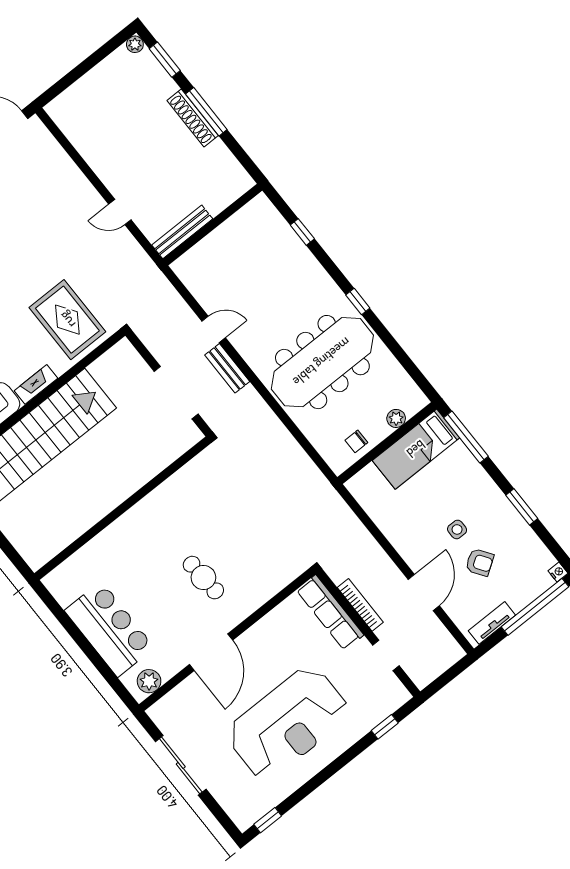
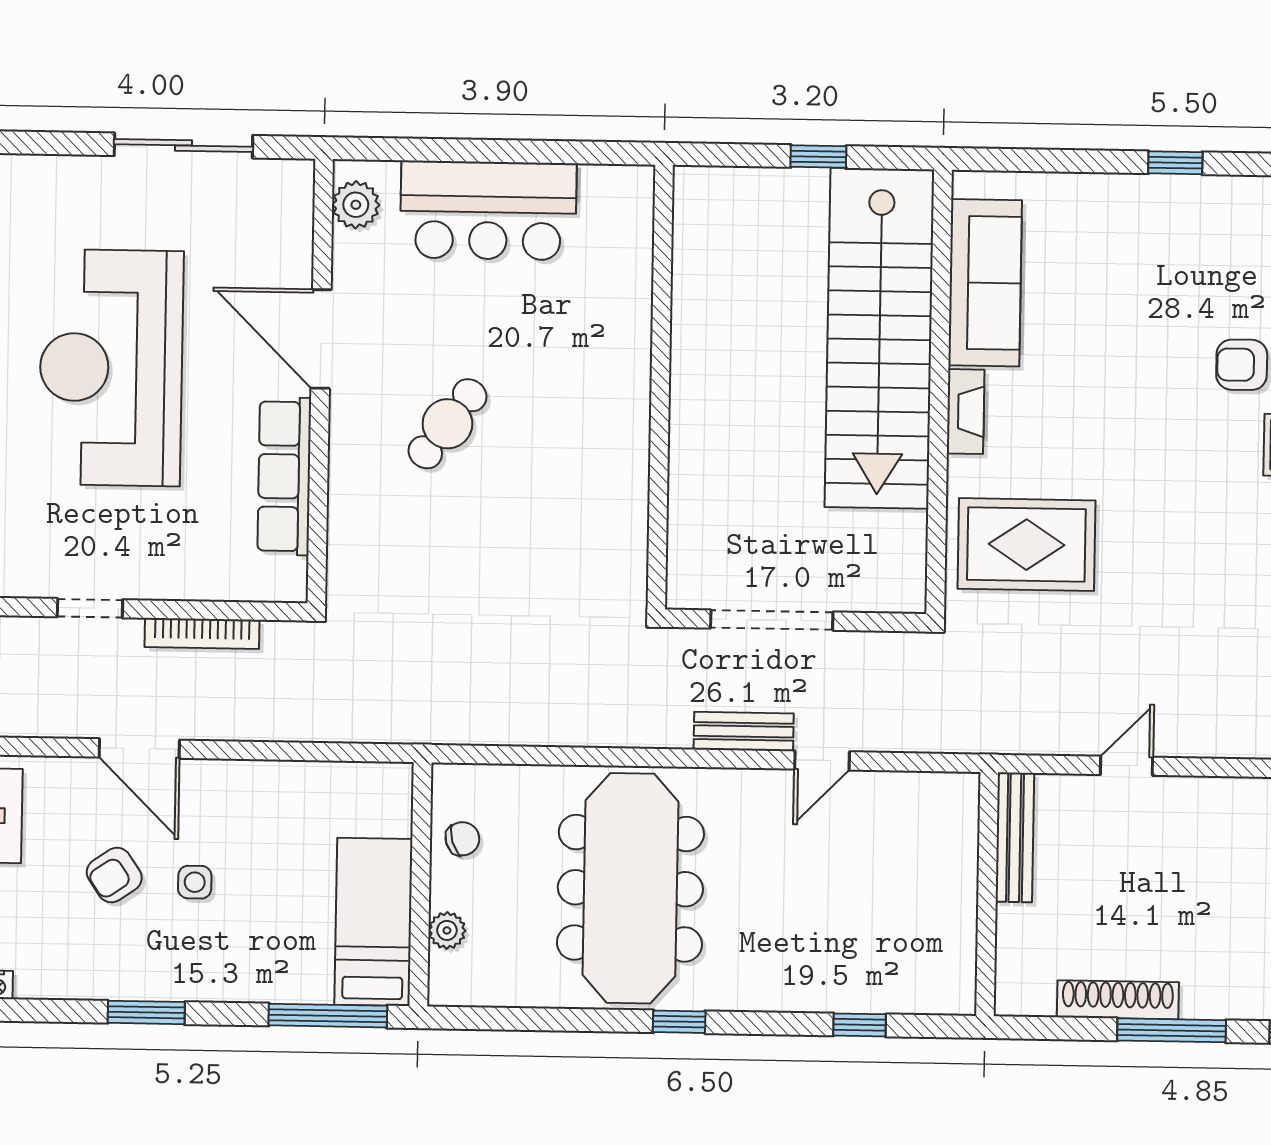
shoe rack: (193, 118) -> (1118, 1000), moved
chair: (356, 441) -> (462, 839), turned 73
cafe table: (203, 578) -> (447, 424), turned -50
row of seats: (330, 612) -> (284, 476), moved, turned -90

